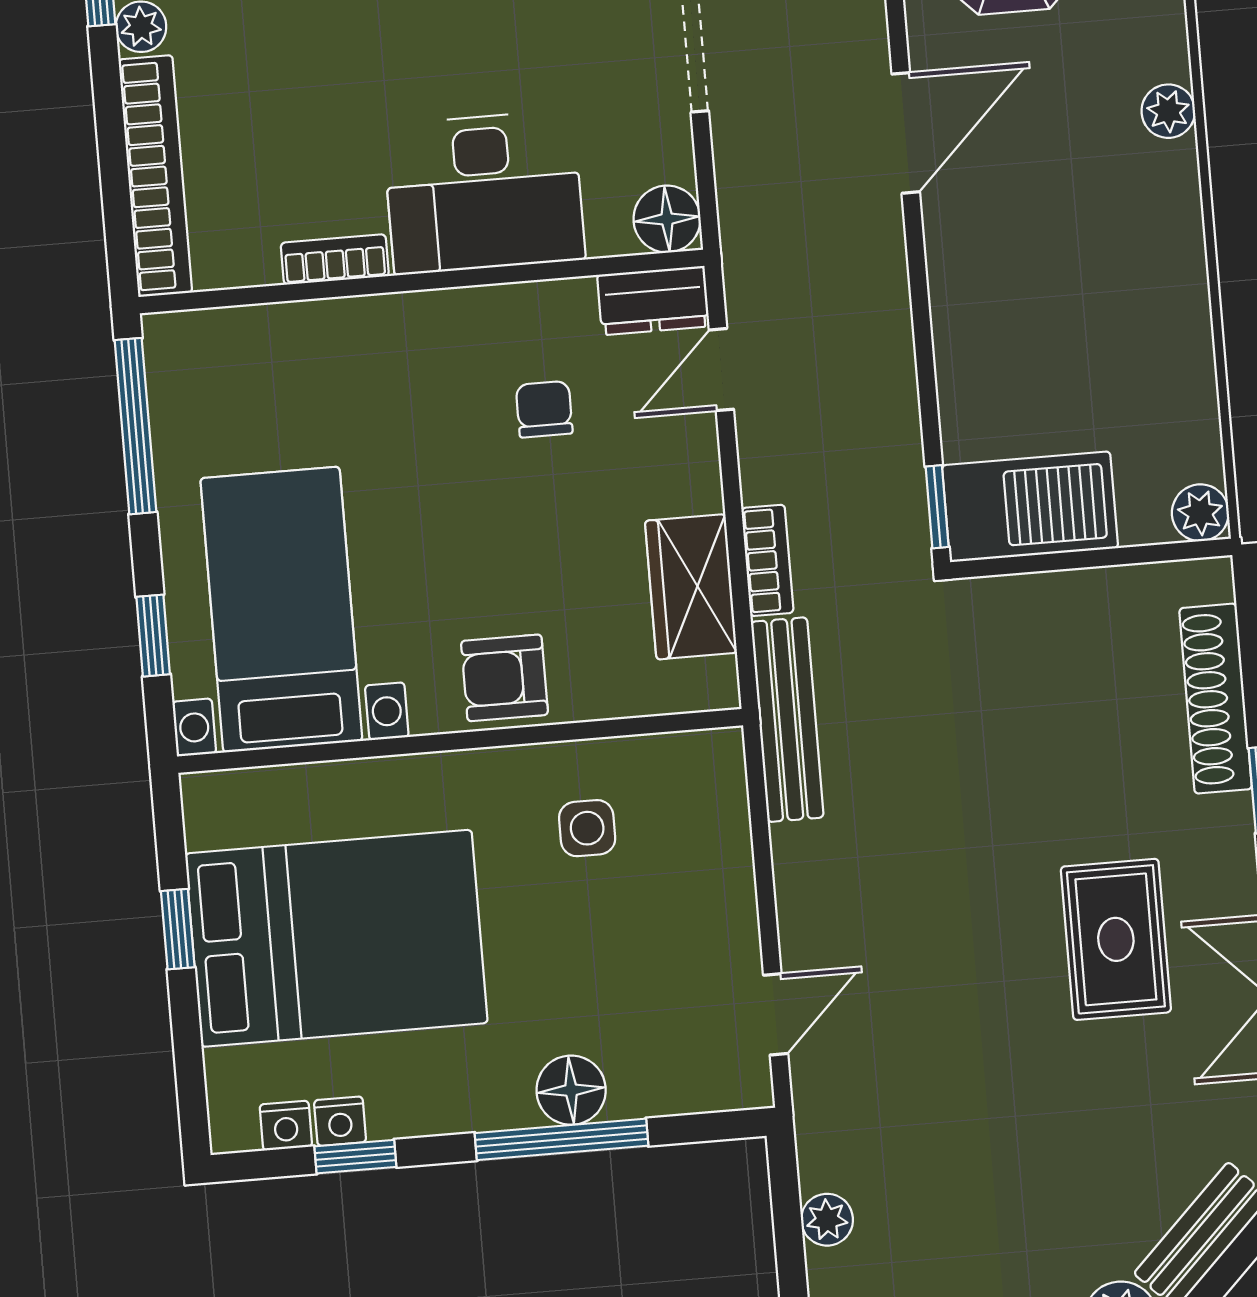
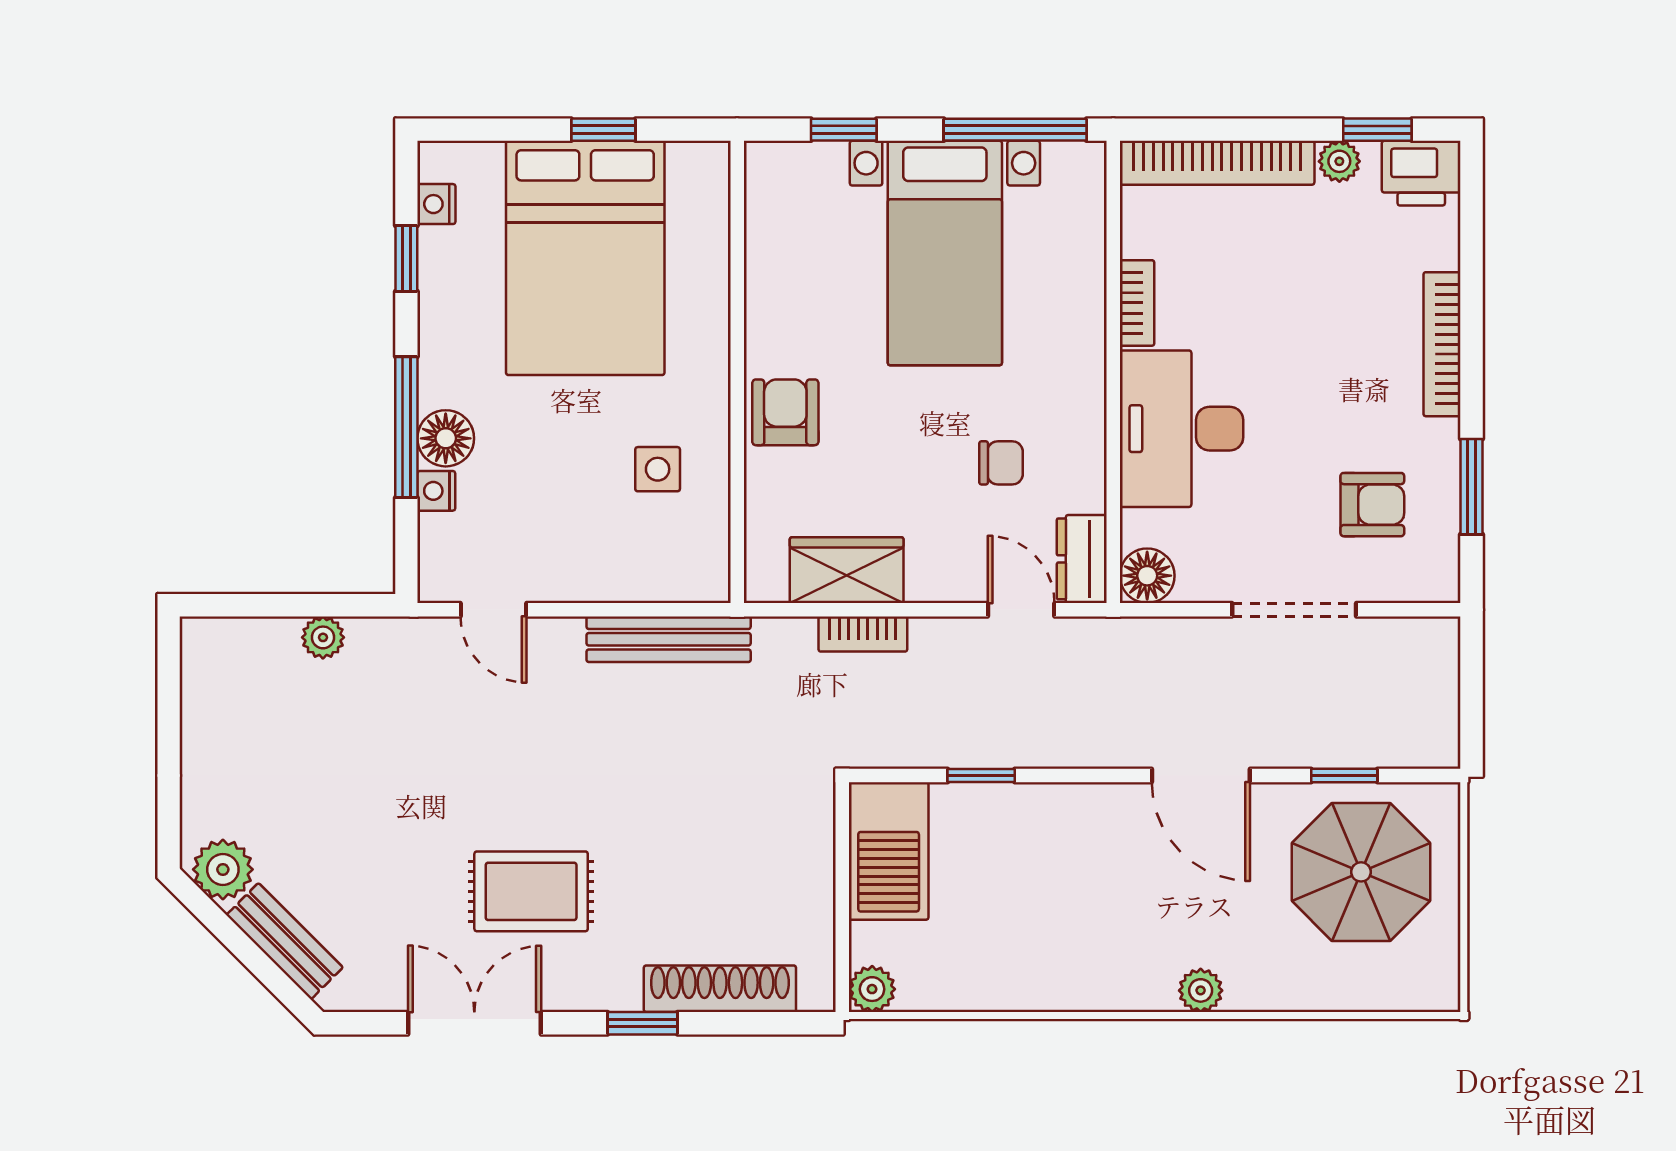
window: (937, 507) -> (981, 776), moved
bed with nightstands: (281, 610) -> (945, 253), moved, turned 90
bench: (787, 720) -> (669, 639), moved
nightstand: (340, 1121) -> (436, 491), moved

